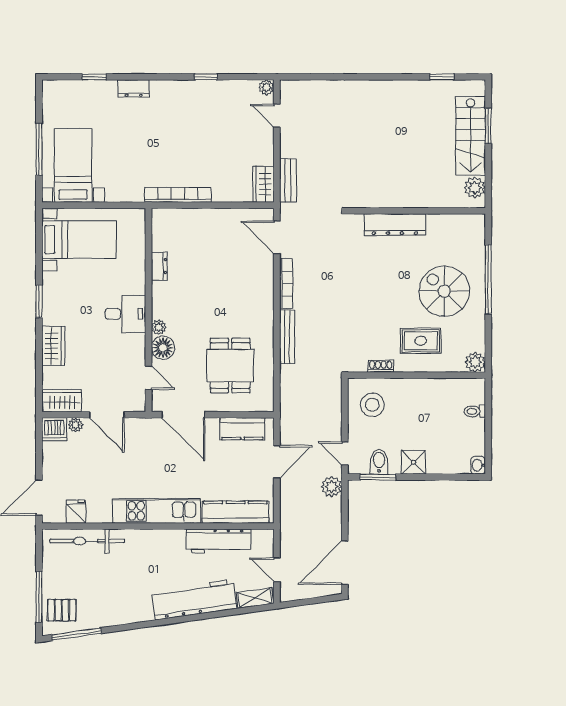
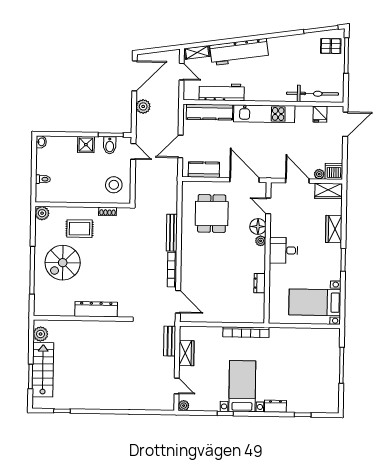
bed with nightstands: (73, 165) -> (242, 386), moved, turned 180
wardrobe: (263, 184) -> (186, 353), moved
spiral stairs: (444, 291) -> (63, 263), turned 90
plant: (332, 487) -> (143, 106), moved

